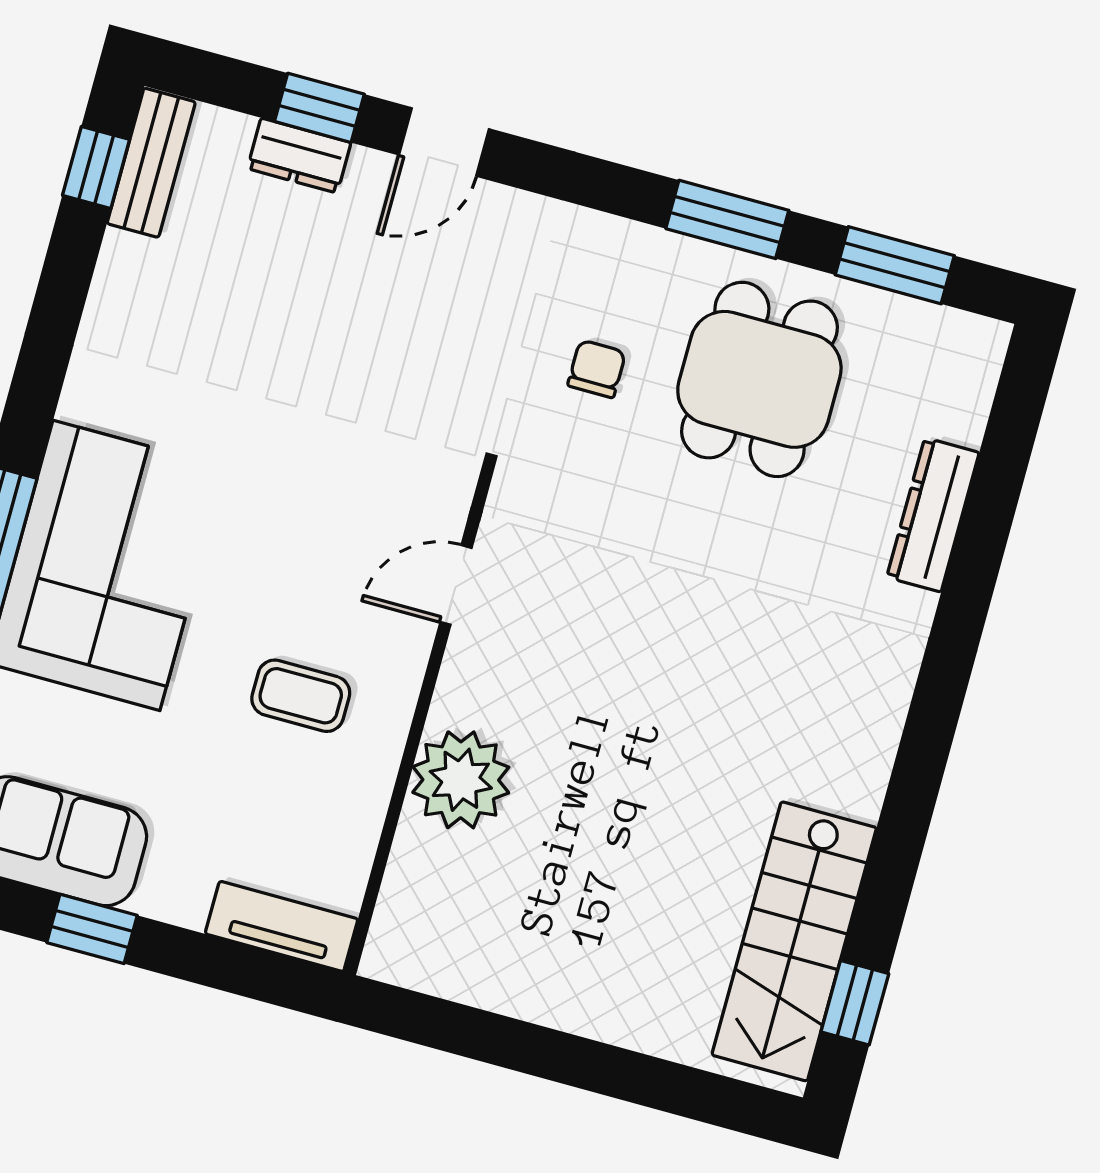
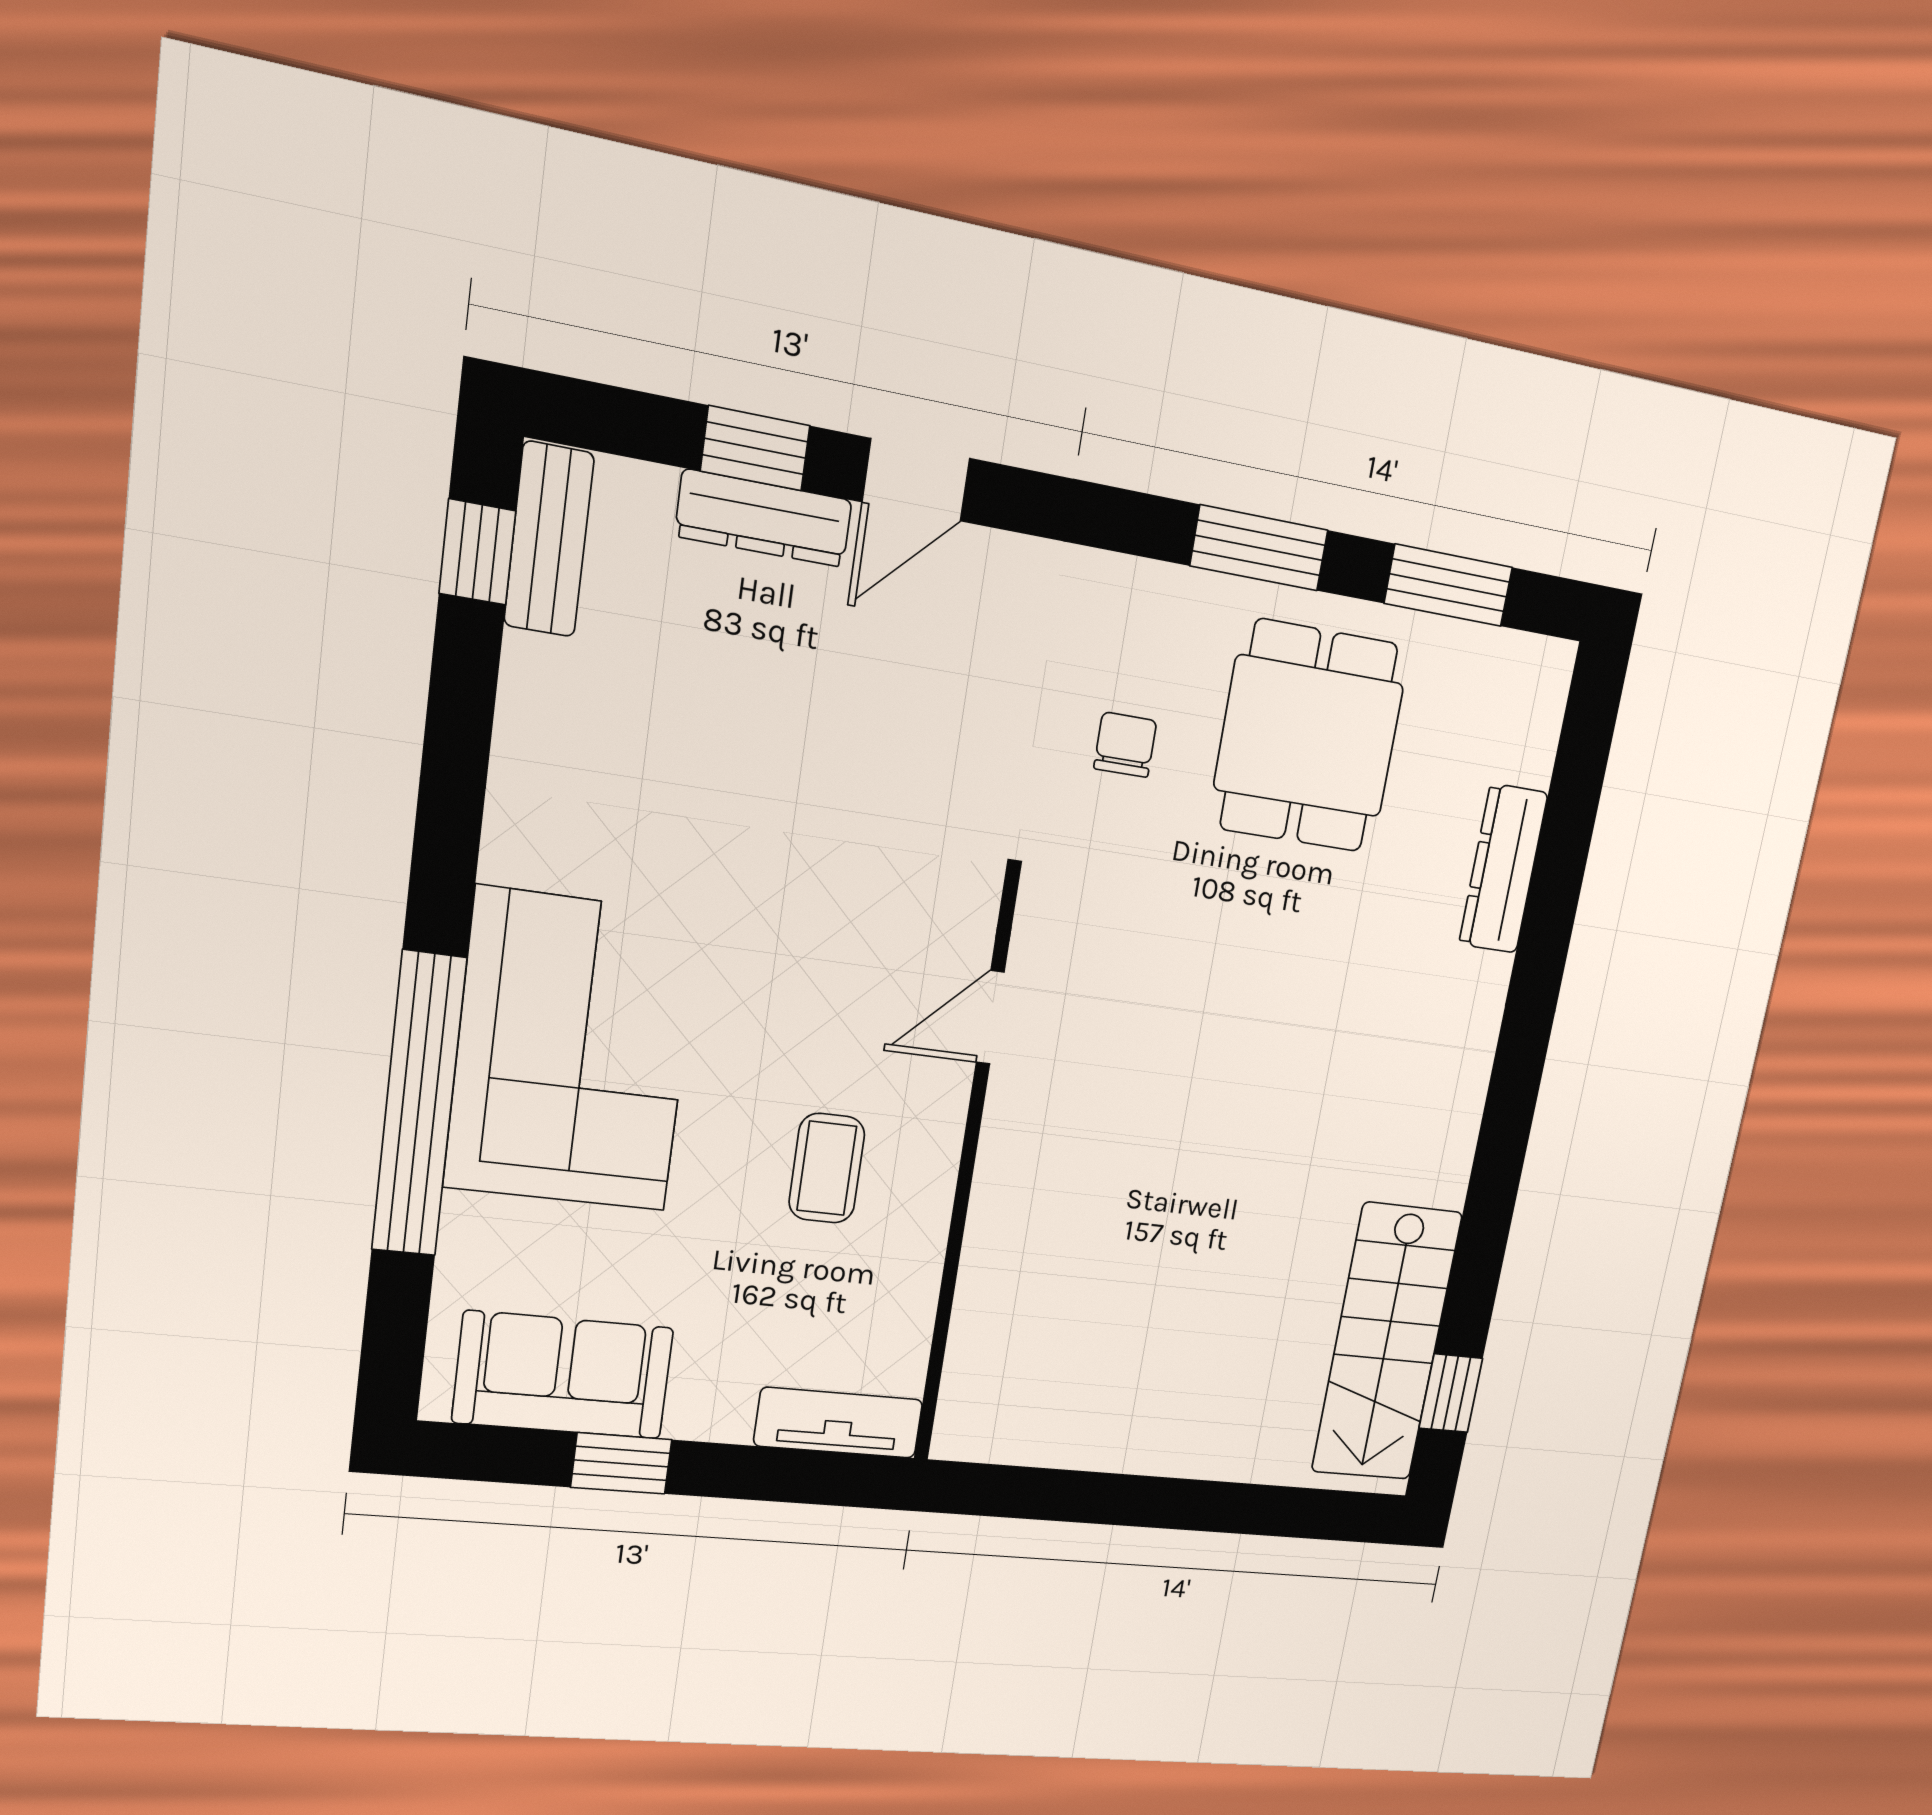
dresser: (299, 156) -> (764, 518), width x1.44
coffee table: (301, 696) -> (827, 1168), turned 90
plant: (461, 780) -> (1019, 1233), removed

